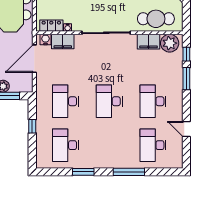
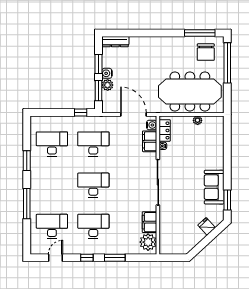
cafe table: (156, 19) -> (171, 229), removed
window: (186, 54) -> (87, 258), moved
window: (32, 126) -> (81, 112), moved
door: (186, 129) -> (56, 258), moved

